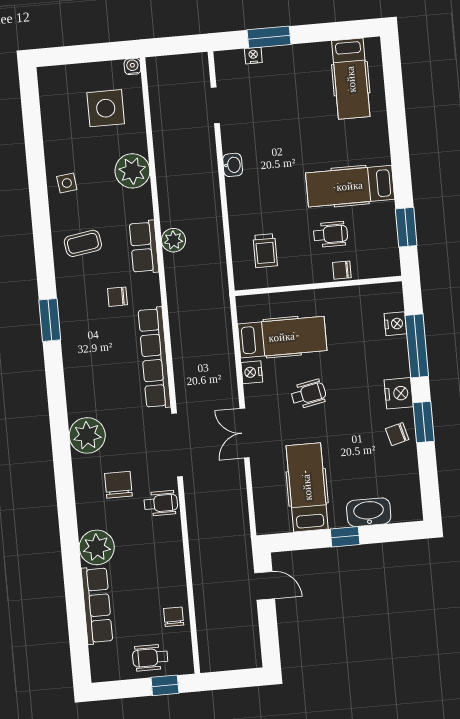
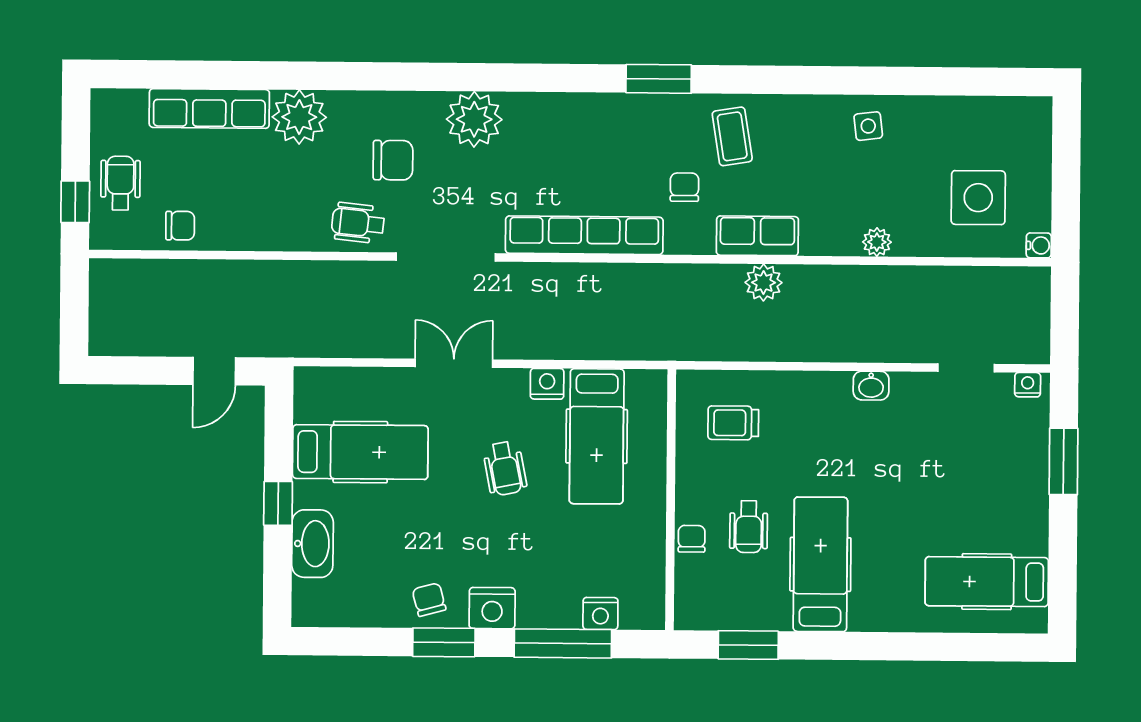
nightstand: (253, 56) -> (1028, 385), moved, turned -90
plant: (132, 171) -> (877, 242), width x0.53, depth x0.53
coffee table: (83, 243) -> (732, 136), moved
wheelchair: (161, 503) -> (358, 223), turned 96

